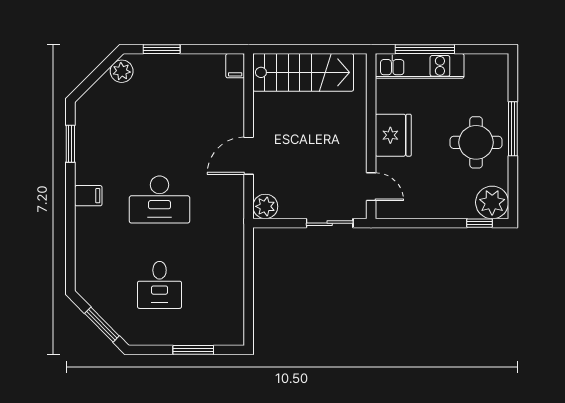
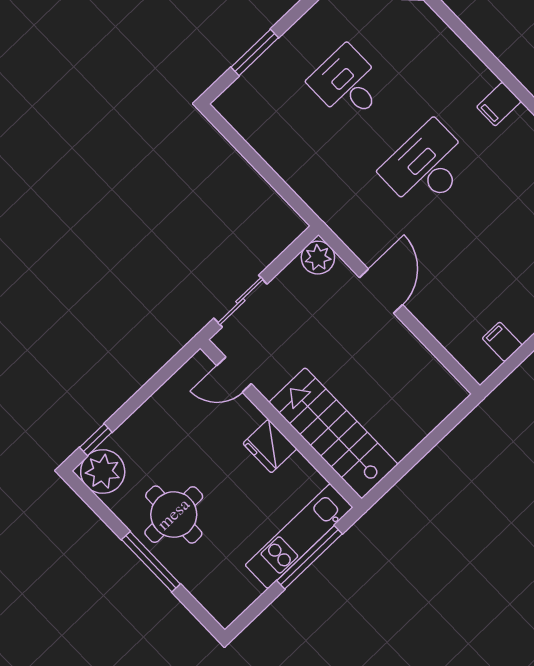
filing cabinet: (235, 66) -> (502, 342), moved
stairs: (303, 72) -> (333, 433), moved, turned 90
fridge: (393, 135) -> (270, 446), width x0.73, depth x0.75

